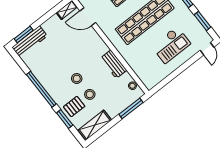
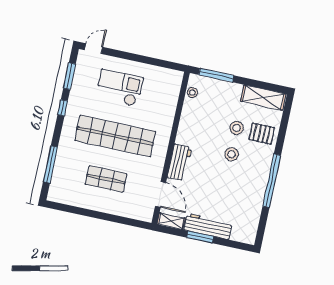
window: (24, 34) -> (200, 237), moved
workbench: (30, 42) -> (208, 226), moved
workbench: (114, 64) -> (179, 162), moved
window: (65, 119) -> (282, 133), removed

